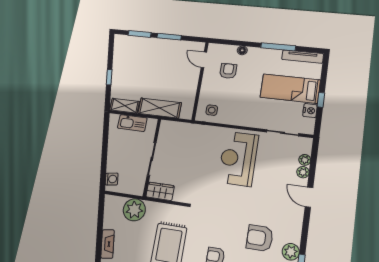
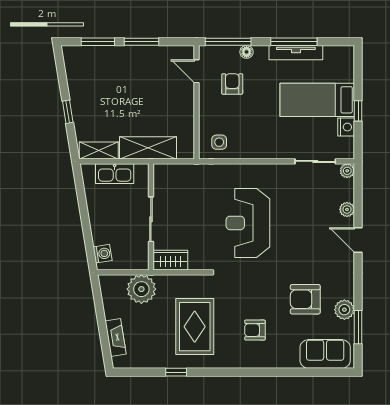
window: (230, 42) -> (228, 42), added
tv unit: (303, 57) -> (296, 53), moved
reception desk: (238, 159) -> (248, 223), moved
plant: (305, 160) -> (347, 171), moved

